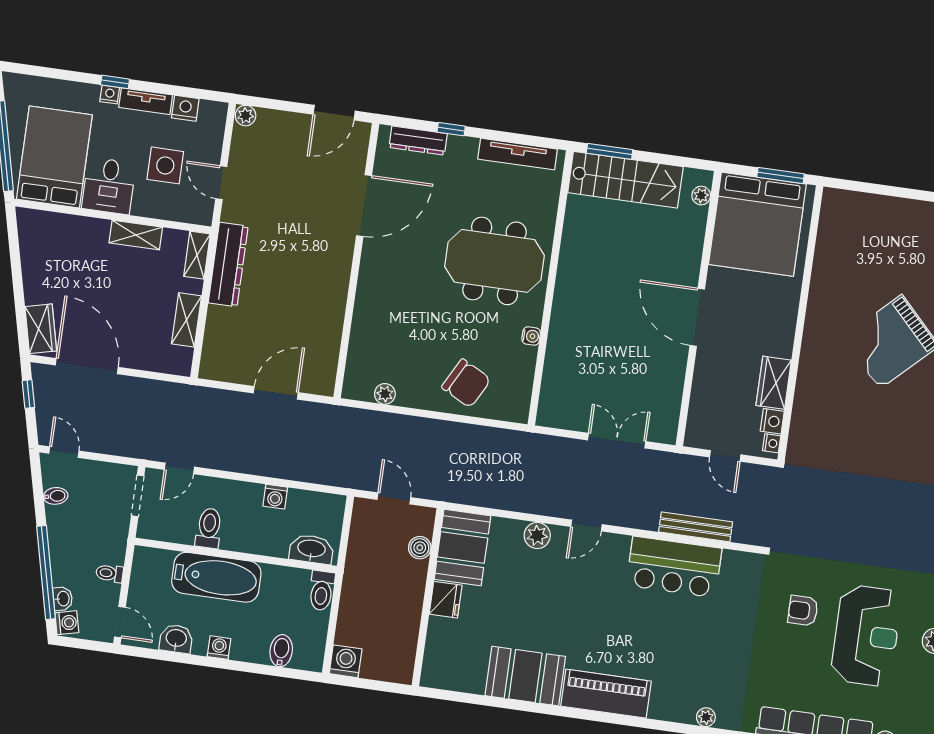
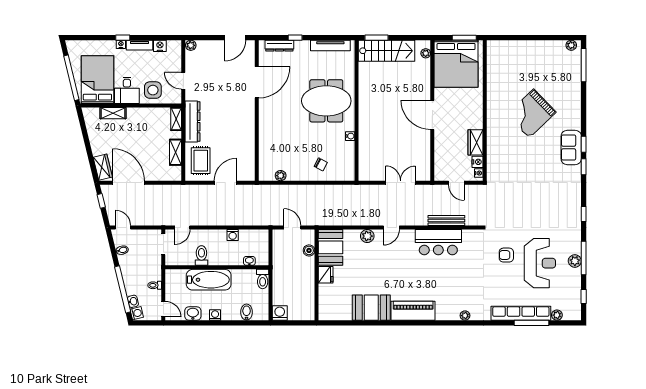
side table: (165, 165) -> (153, 90), moved
shelving: (136, 235) -> (113, 113), moved
rug: (233, 343) -> (201, 161), added
chair: (466, 383) -> (321, 164), width x0.54, depth x0.54
washbasin: (311, 549) -> (249, 261), width x0.52, depth x0.69

